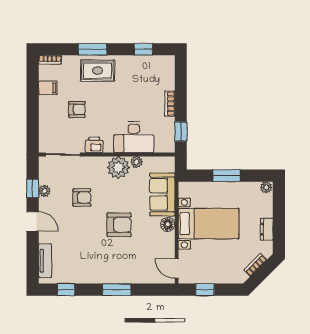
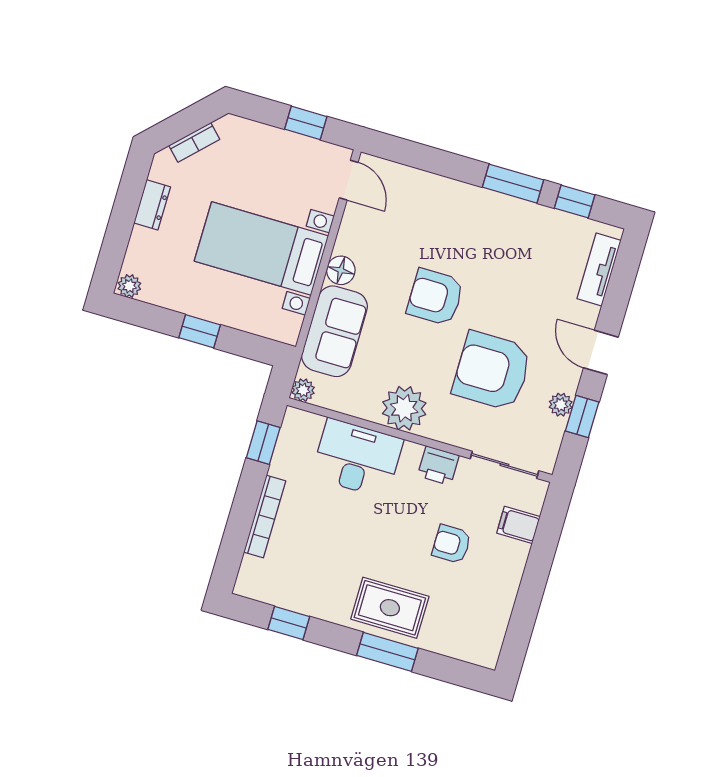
bookcase: (50, 60) -> (476, 656), removed
filing cabinet: (48, 88) -> (518, 525), moved
bookcase: (170, 104) -> (265, 517), width x1.56
plant: (137, 162) -> (303, 390), moved
window: (227, 176) -> (200, 331), width x0.67
armchair: (82, 197) -> (492, 371), width x1.88, depth x1.88
window: (117, 290) -> (513, 184), moved

